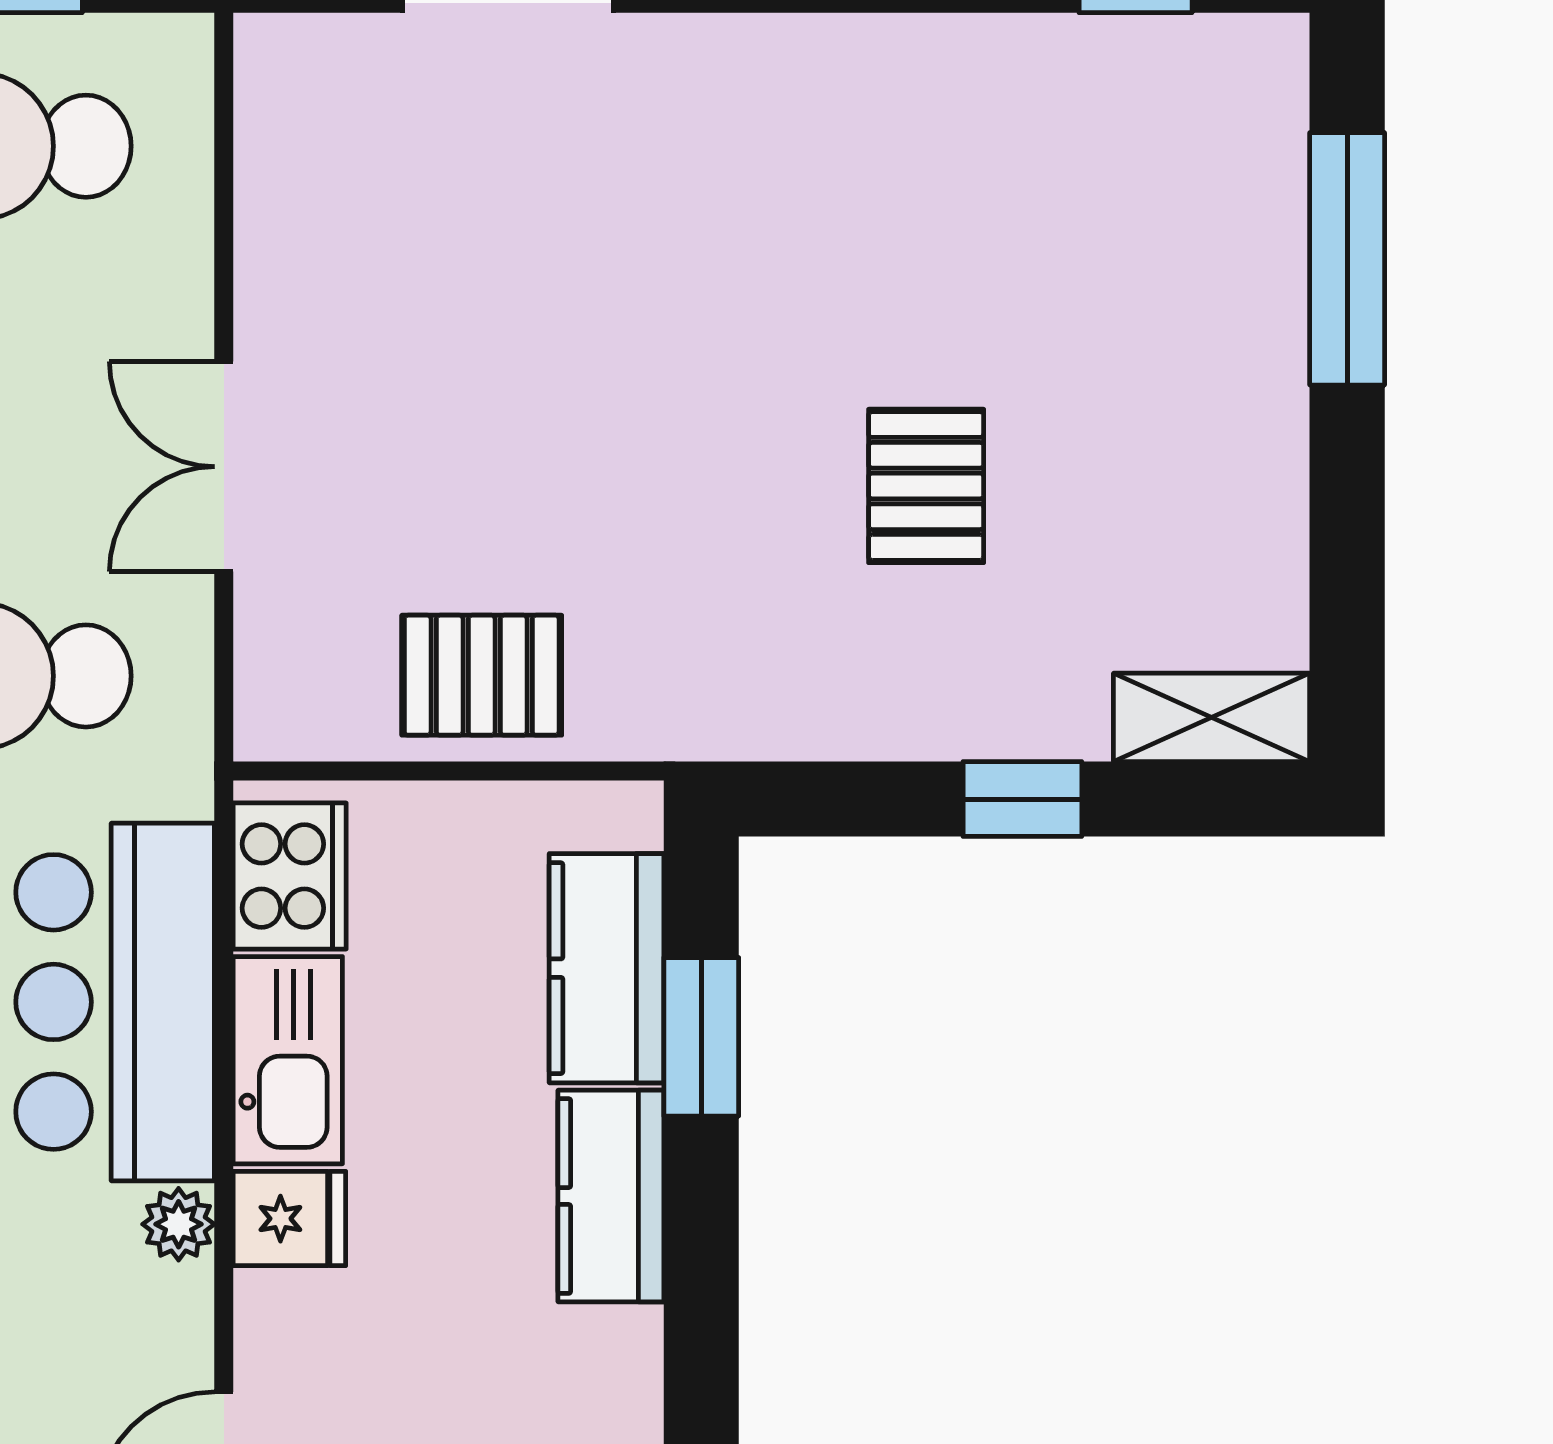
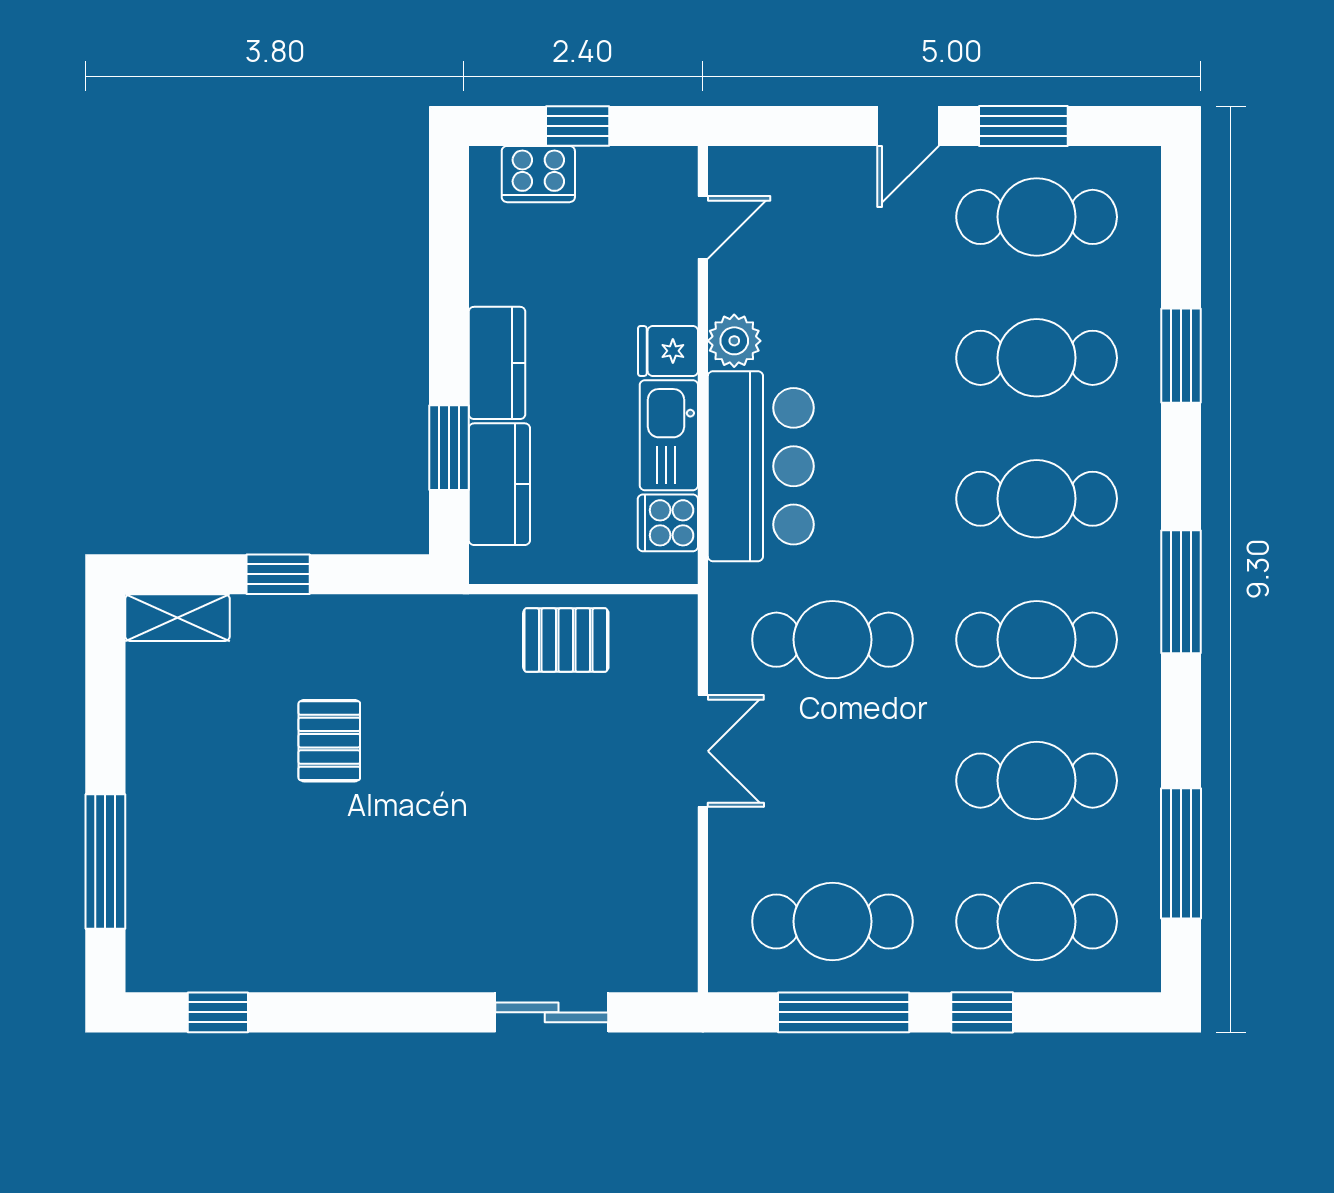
cooker: (290, 876) -> (668, 523), width x0.73
plant: (179, 1224) -> (734, 341), width x1.38, depth x1.38

